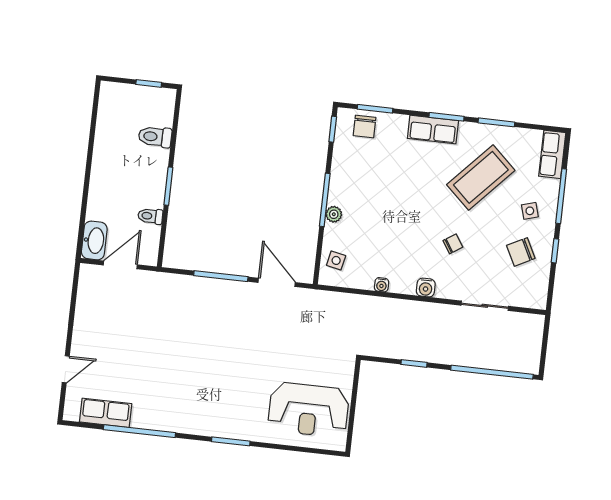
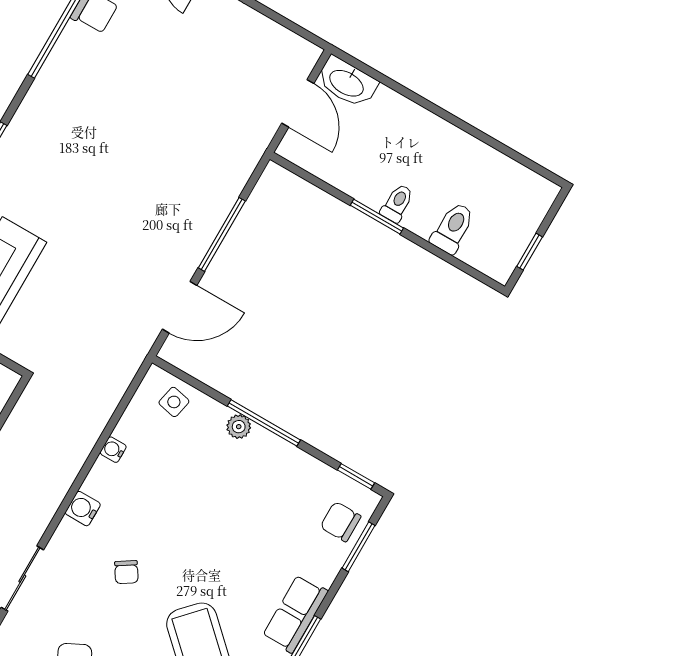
toilet: (150, 216) -> (397, 203), moved

